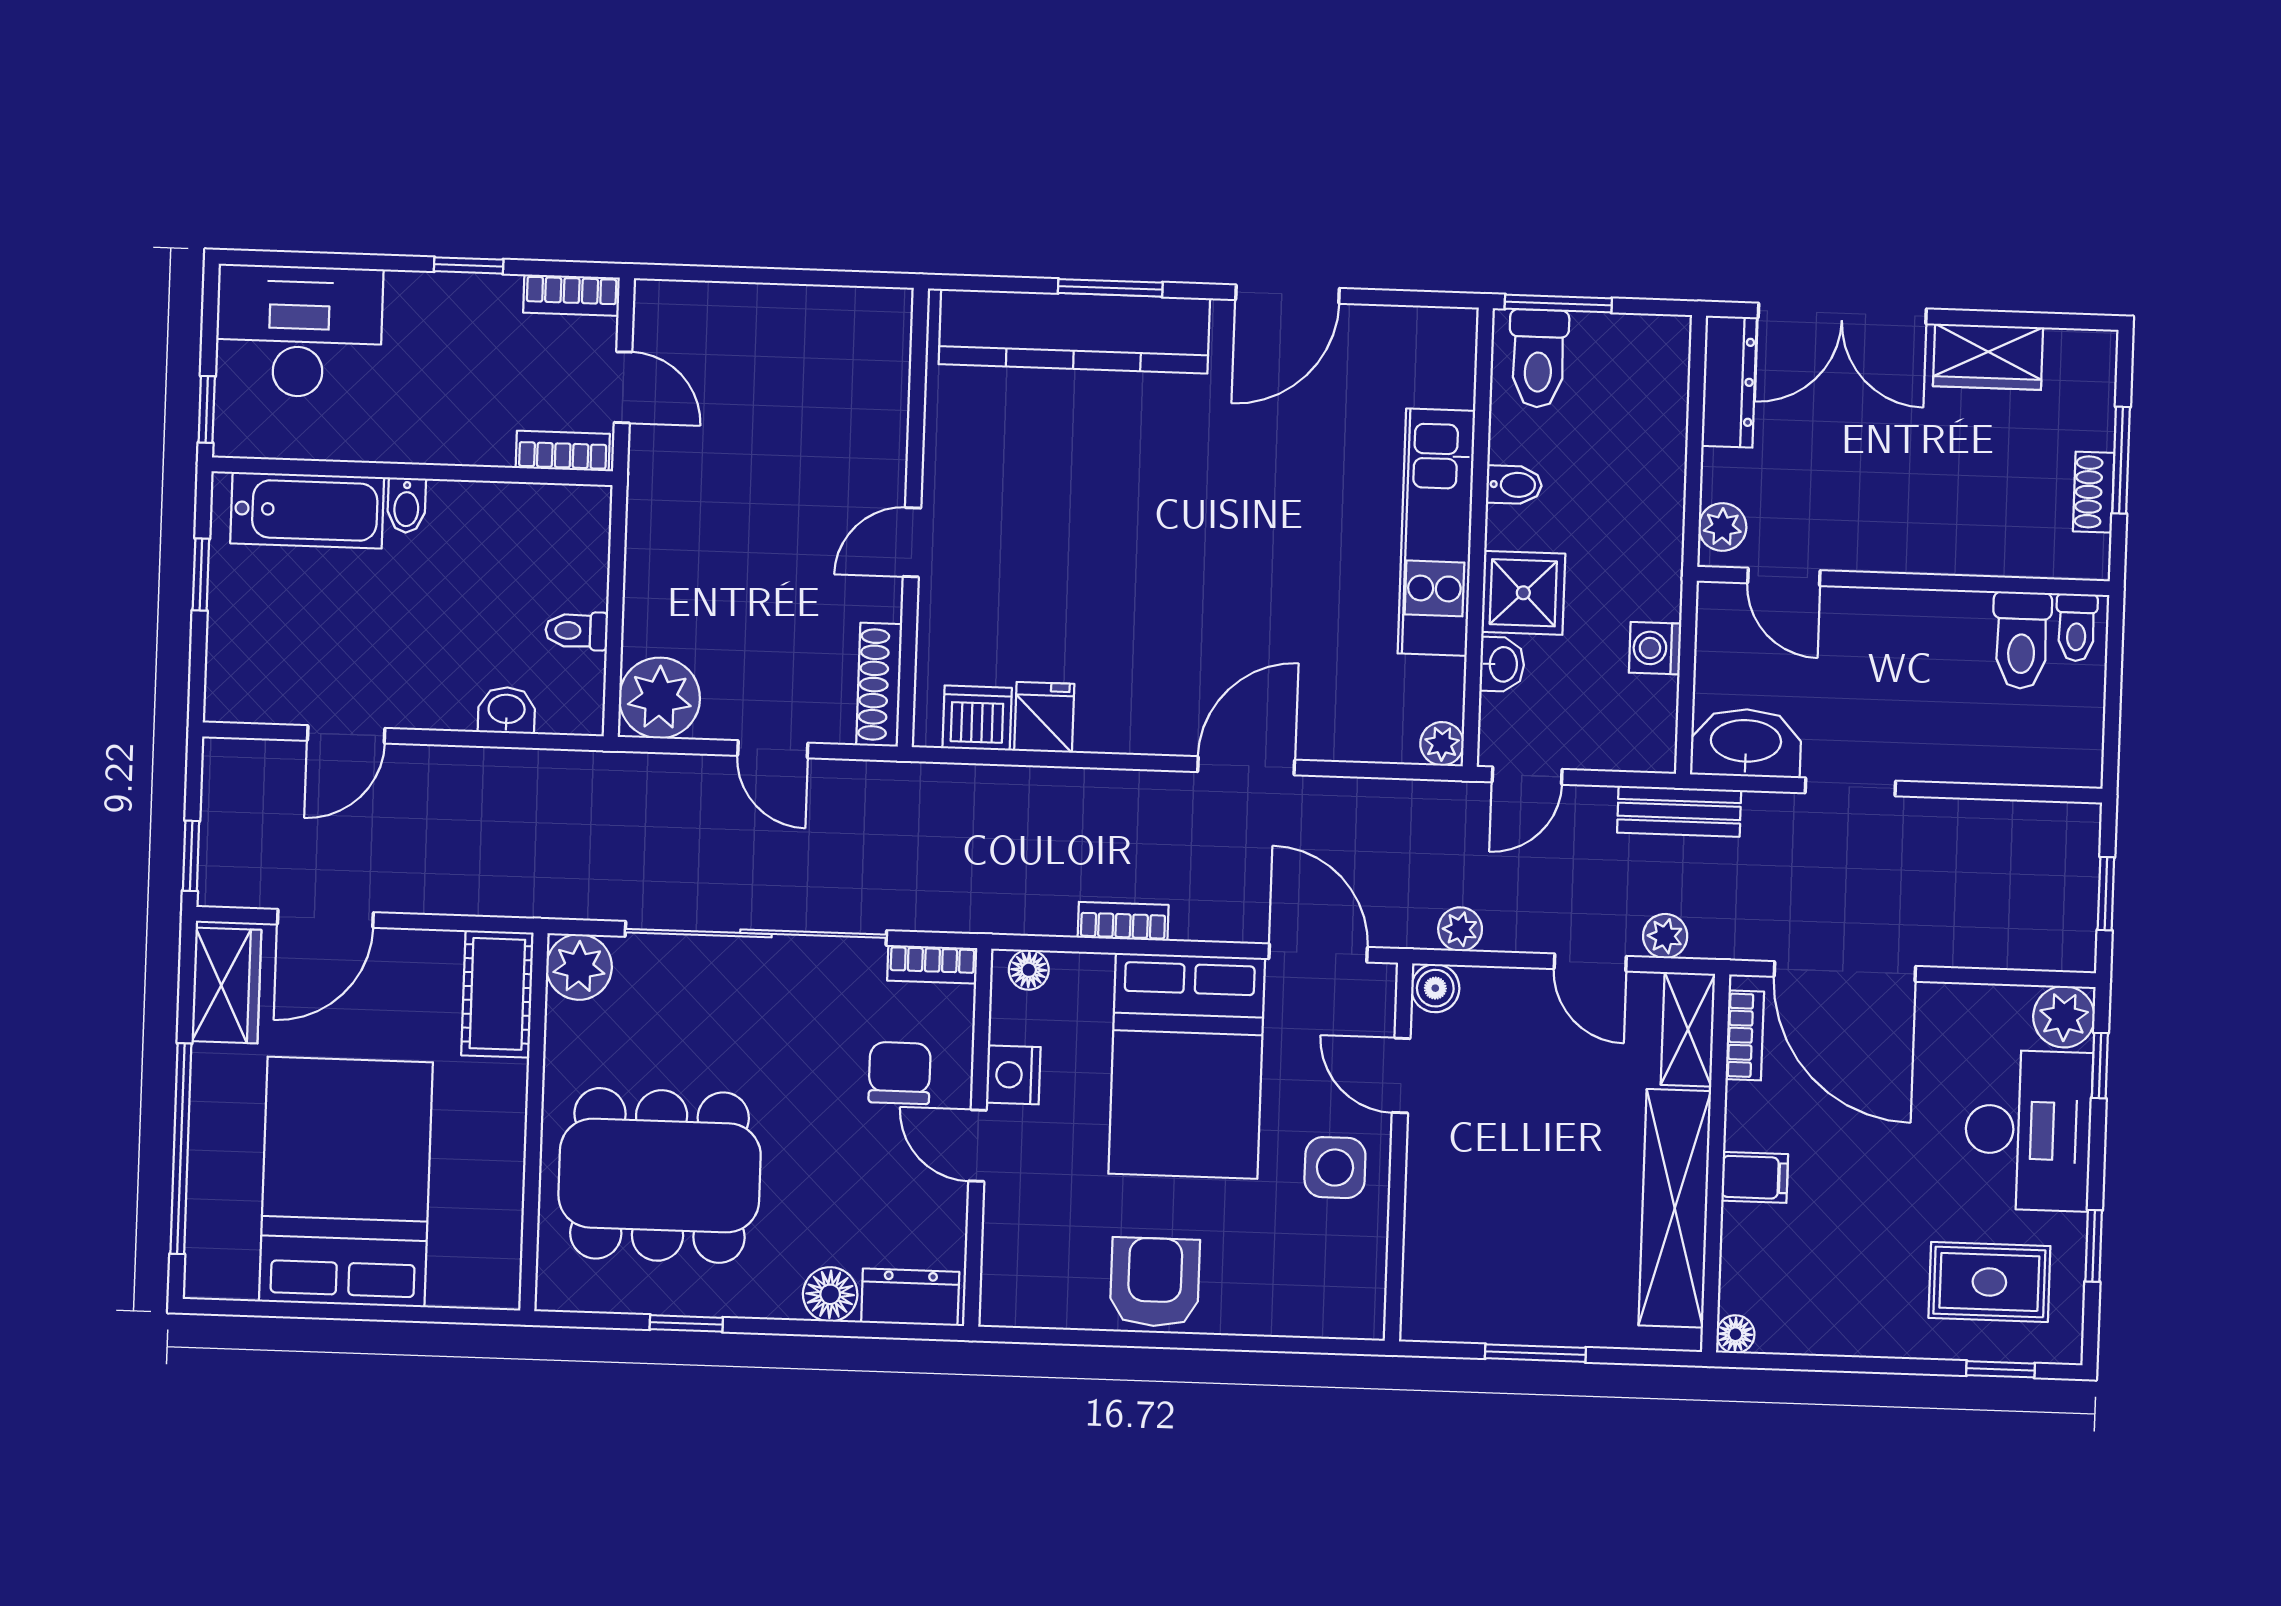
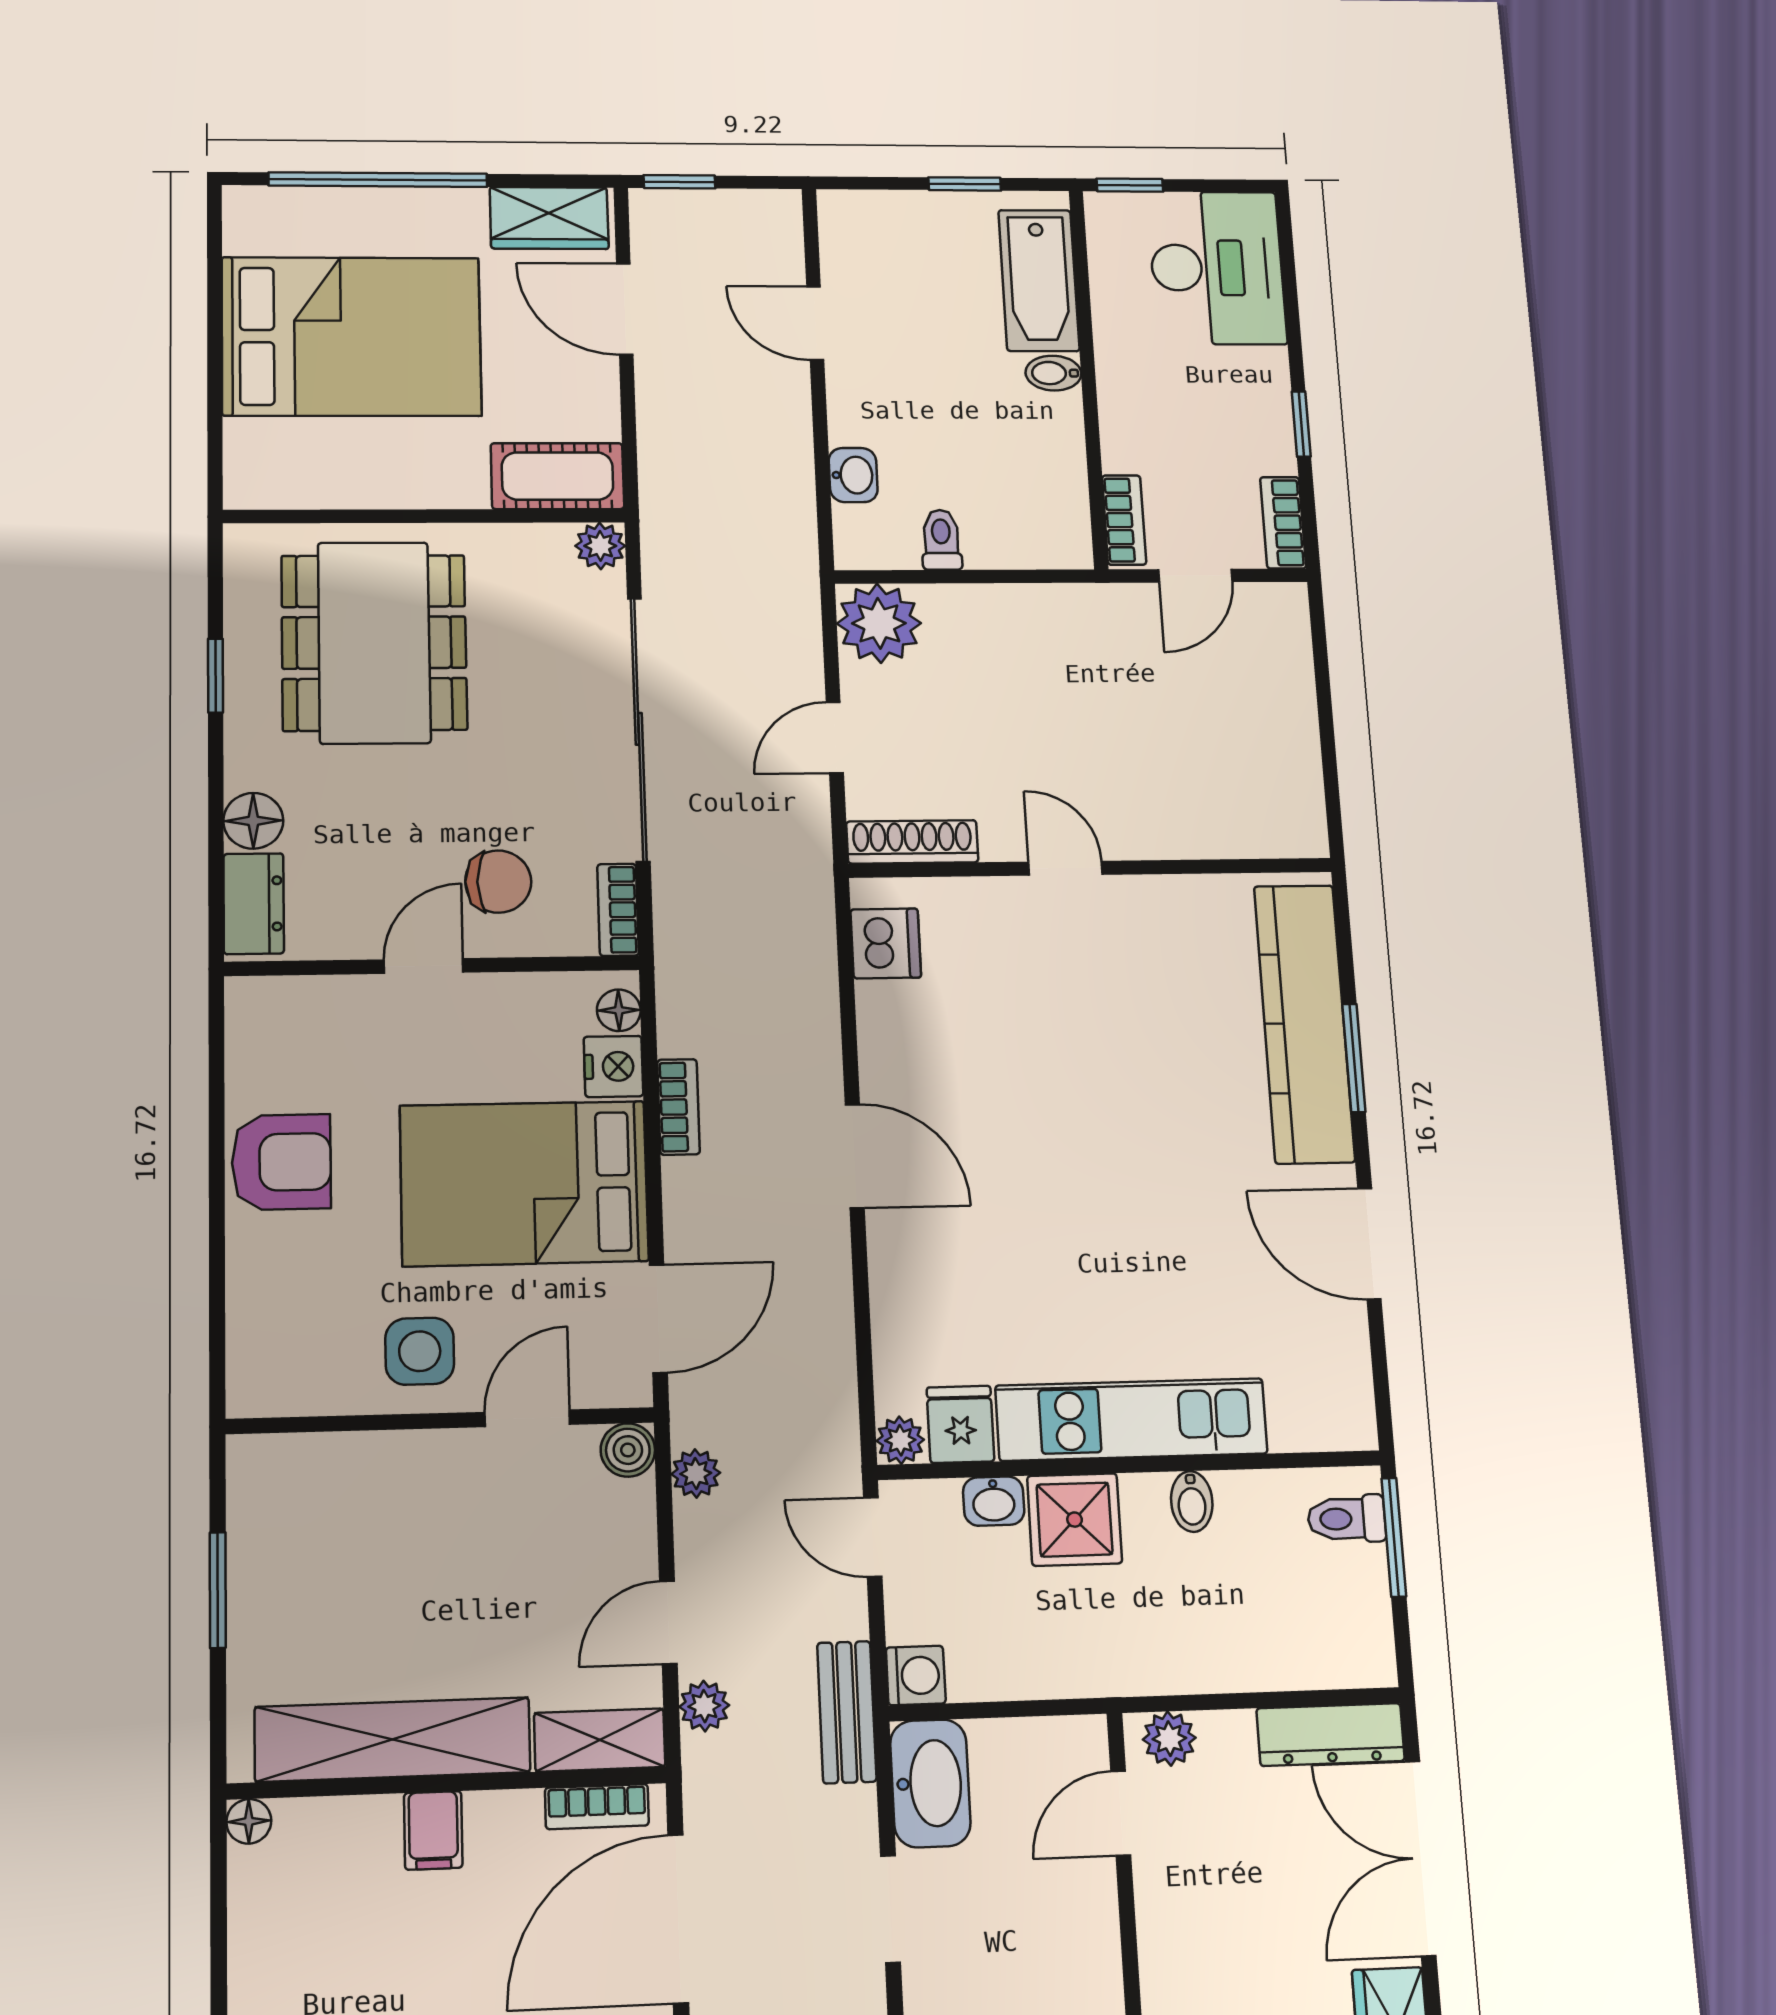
toilet: (1538, 358) -> (1347, 1519), width x0.73, depth x0.72
washing machine: (1655, 648) -> (916, 1675), moved, turned 90
fridge: (1044, 717) -> (960, 1424), moved, turned -90
door: (1246, 766) -> (855, 1156), moved
plant: (579, 967) -> (600, 546), width x0.73, depth x0.73
nightstand: (1013, 1075) -> (613, 1066), moved, turned 90

